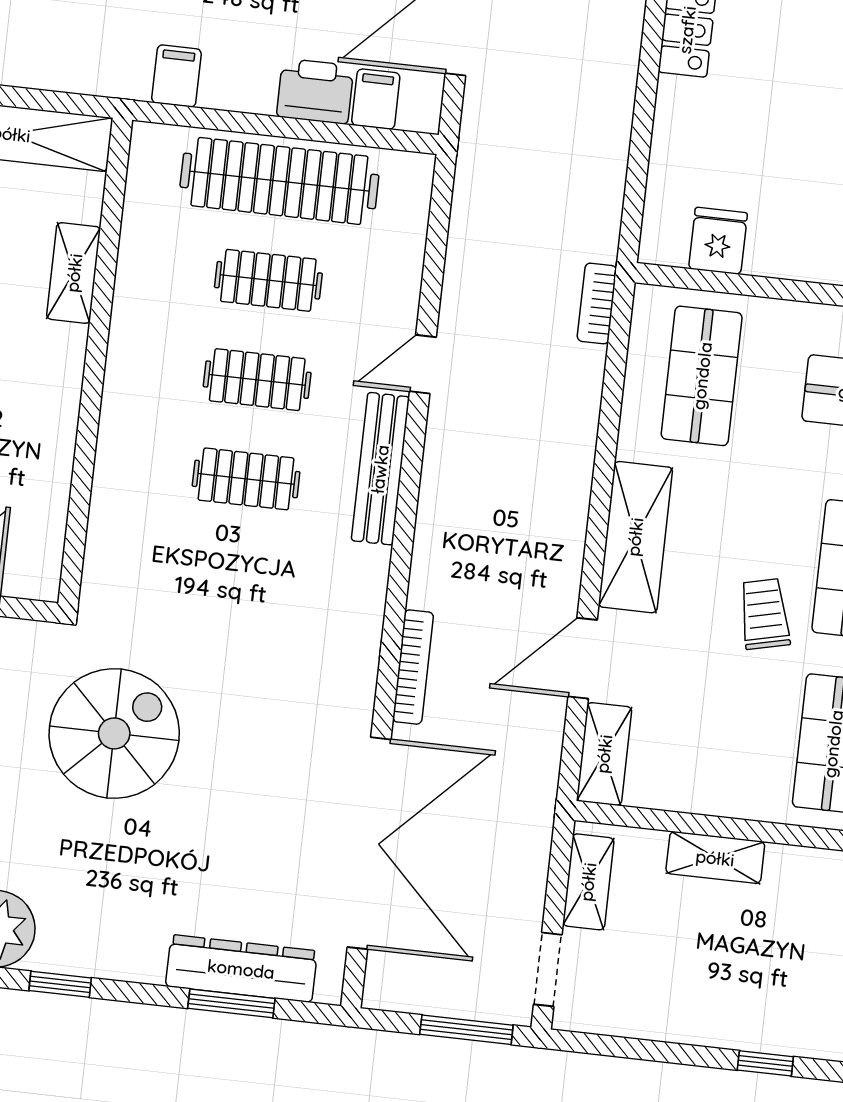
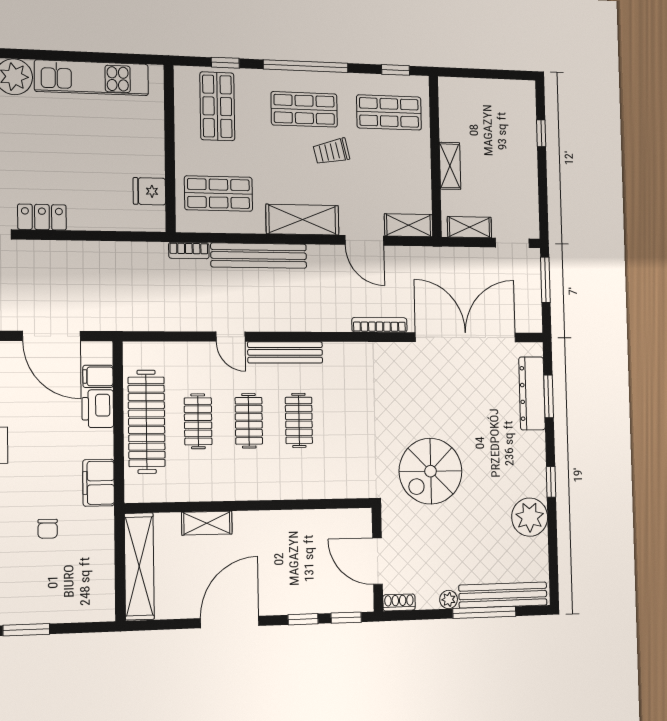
filing cabinet: (177, 76) -> (99, 483), width x2.00
bench: (574, 440) -> (259, 256), added
spiral stairs: (114, 733) -> (431, 471), turned -90

